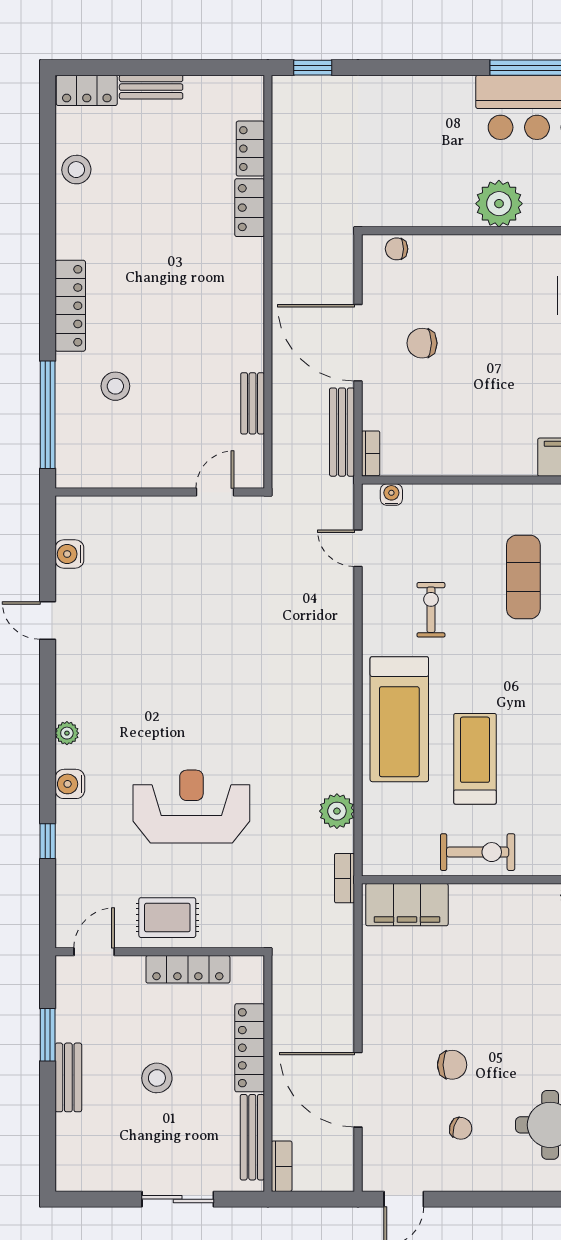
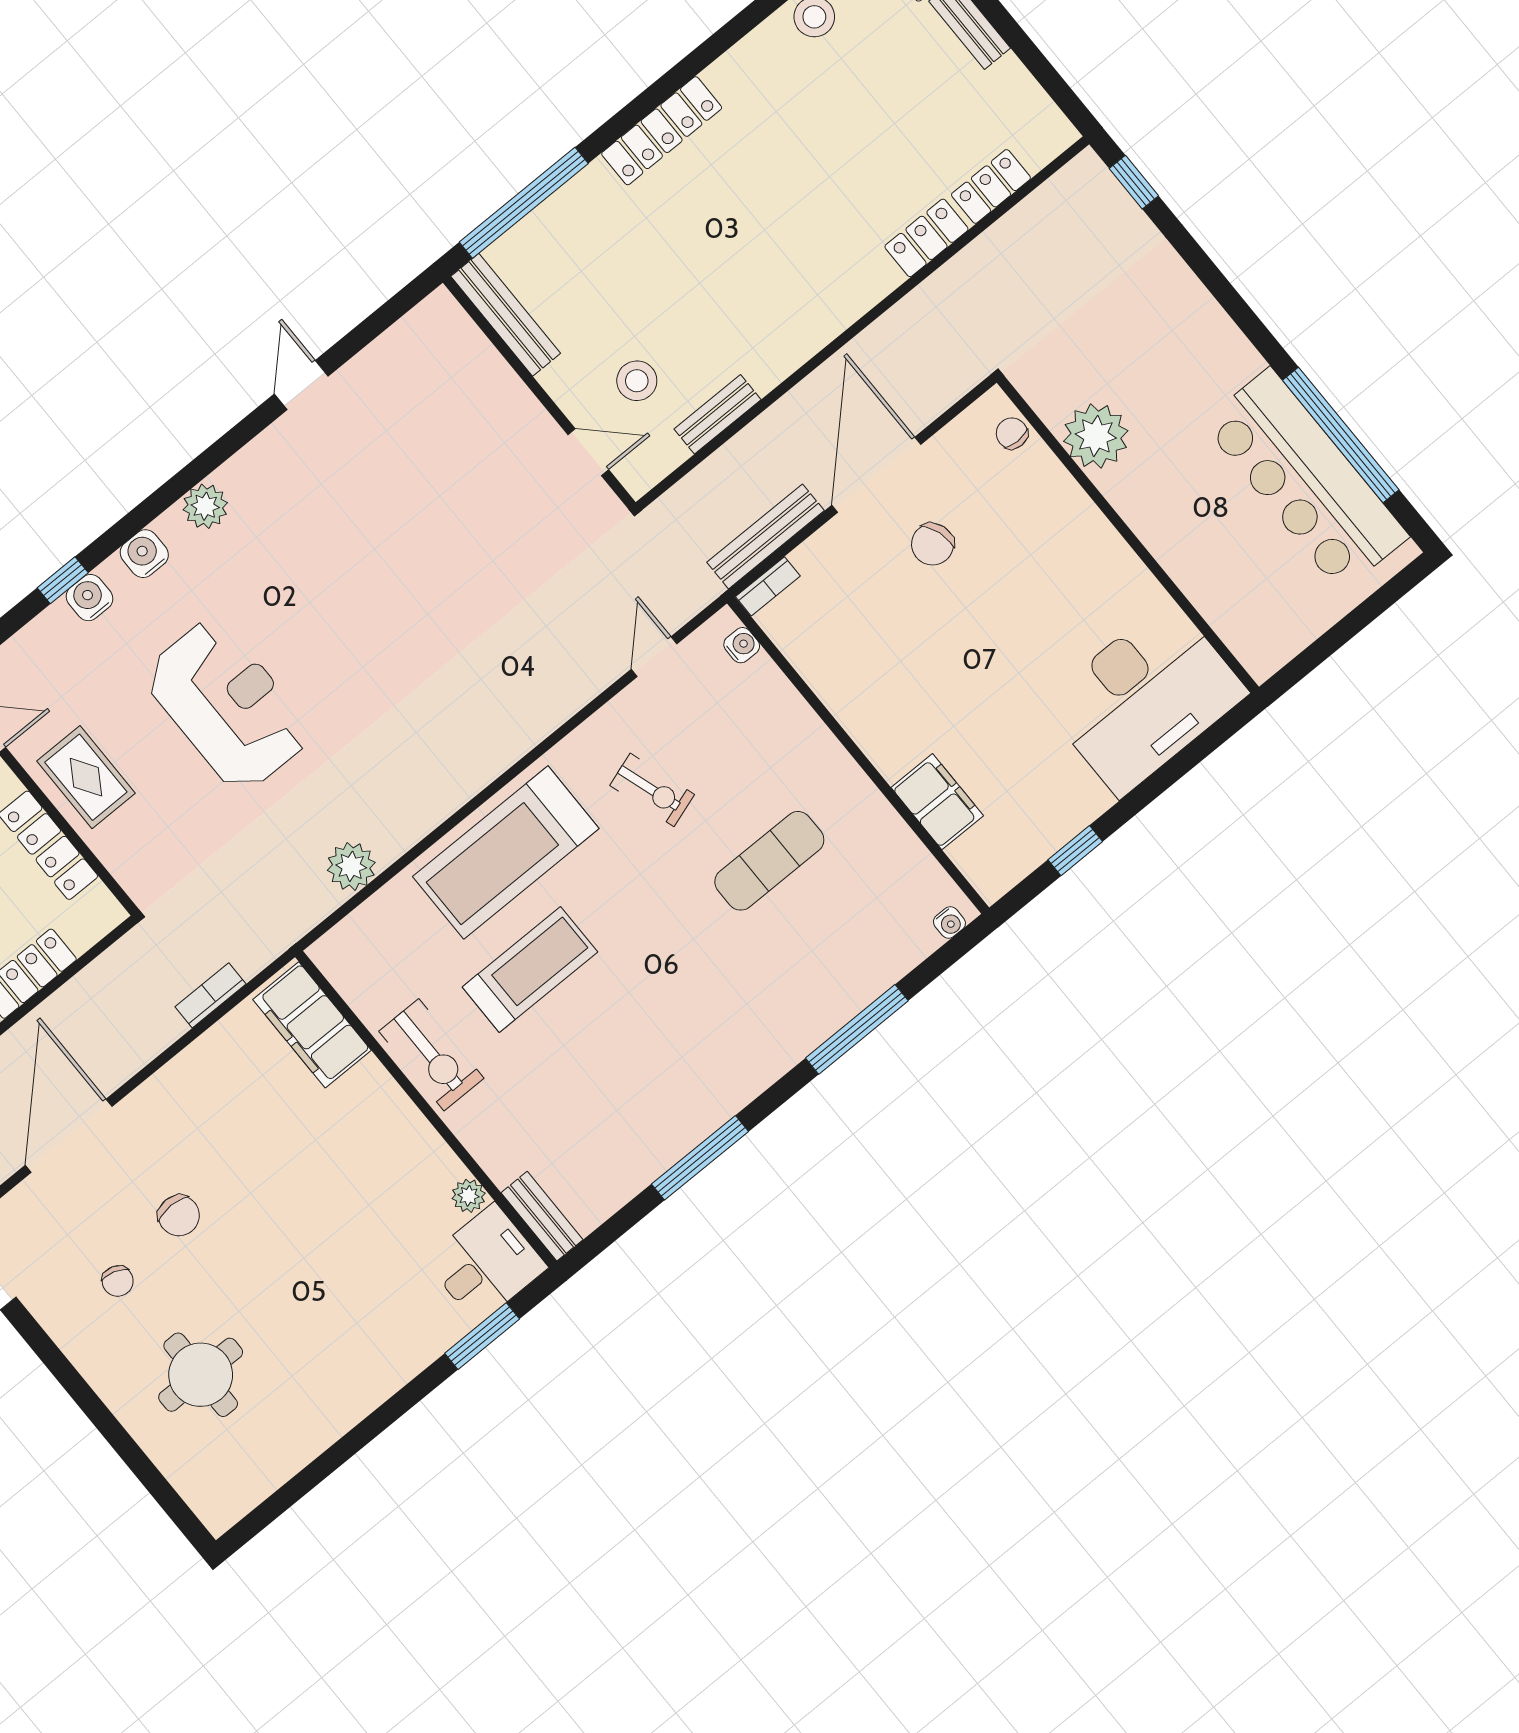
plant: (499, 204) -> (1096, 436), moved
chair: (422, 343) -> (933, 544), turned -108
stool: (115, 386) -> (637, 381), moved
bench: (101, 476) -> (506, 315), added
water cooler: (69, 554) -> (90, 598), moved
exercise bike: (431, 610) -> (652, 790), turned 72
plant: (67, 733) -> (205, 506), width x1.38, depth x1.38
bookcase: (344, 878) -> (210, 995), moved

